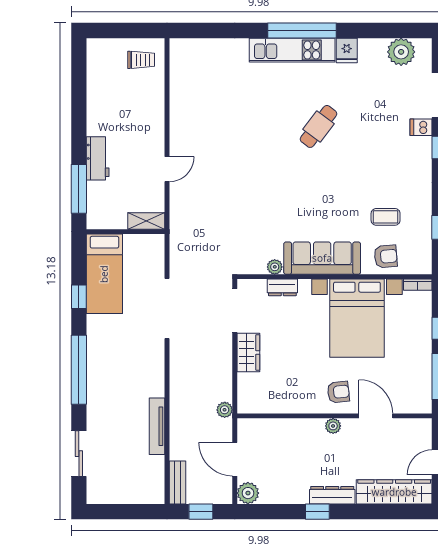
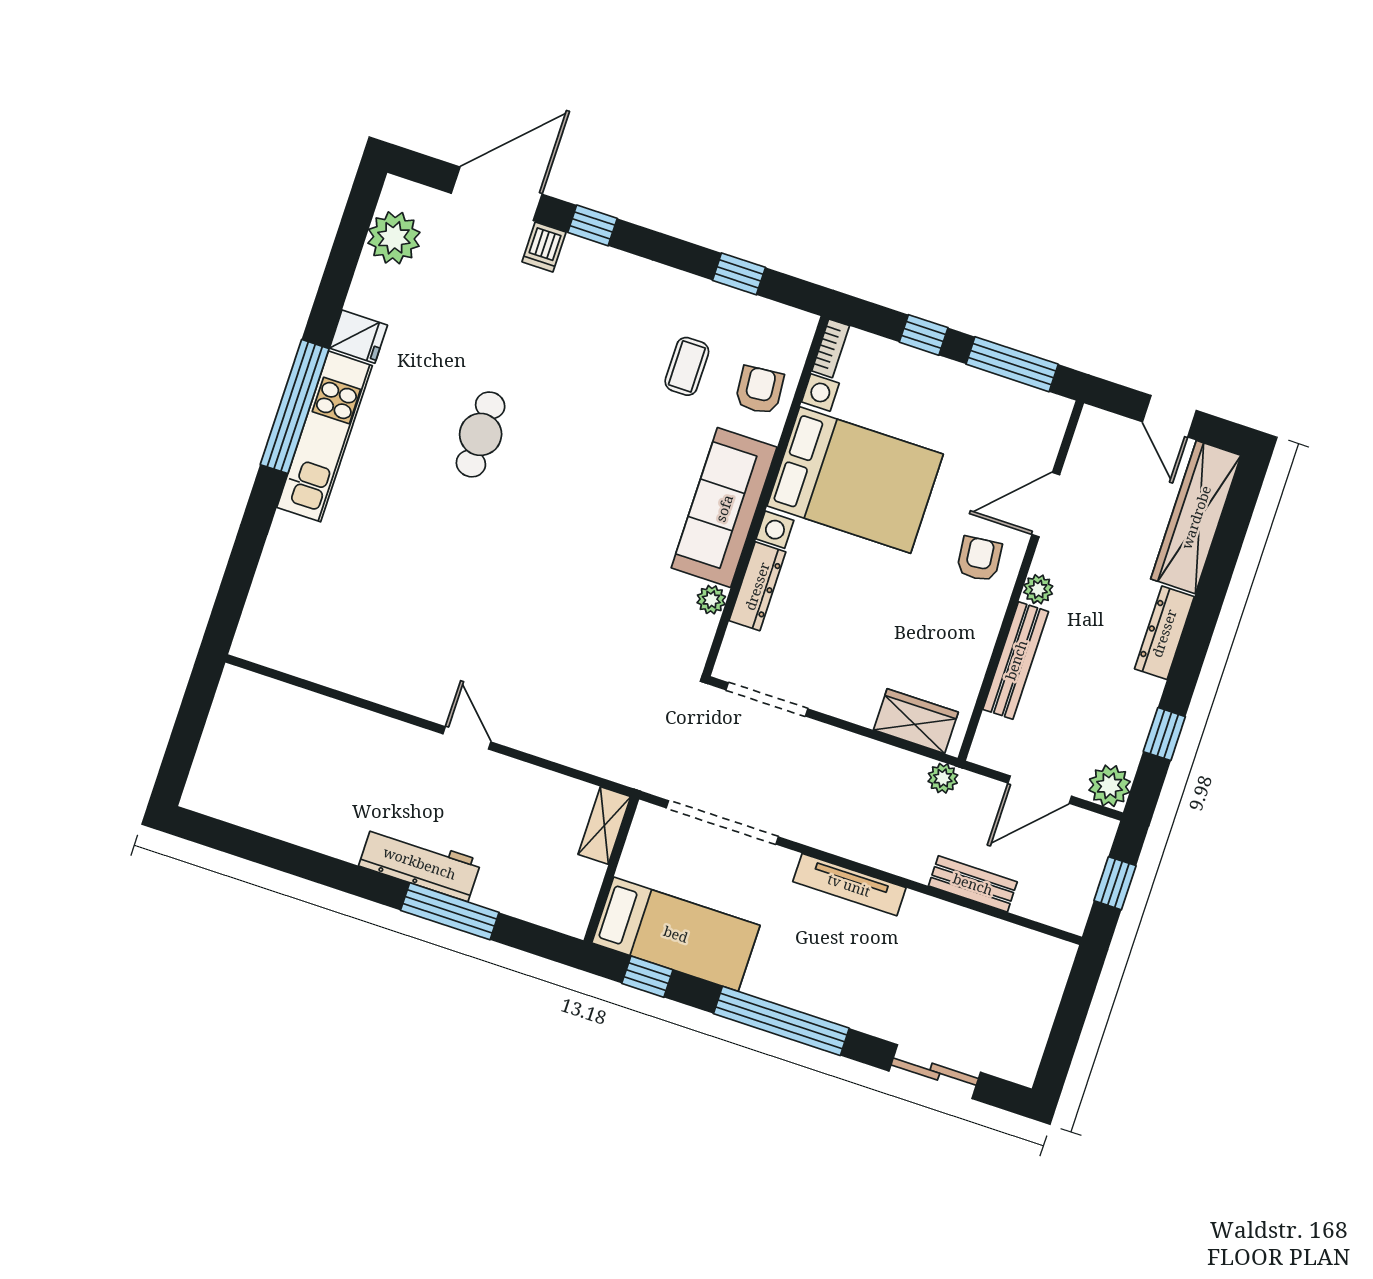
trolley: (141, 60) -> (251, 719), removed
cafe table: (318, 126) -> (481, 434), turned 53
workbench: (98, 158) -> (420, 863), width x1.38
shelving: (146, 221) -> (604, 826), moved
wall: (126, 232) -> (611, 870), moved
bed: (104, 274) -> (676, 934), moved
dresser: (282, 287) -> (757, 586), width x1.44
wardrobe: (248, 352) -> (916, 721), moved
tv unit: (157, 426) -> (849, 885), moved
bench: (294, 426) -> (1016, 660), added
bench: (177, 482) -> (973, 884), moved
window: (317, 512) -> (1164, 734), moved

